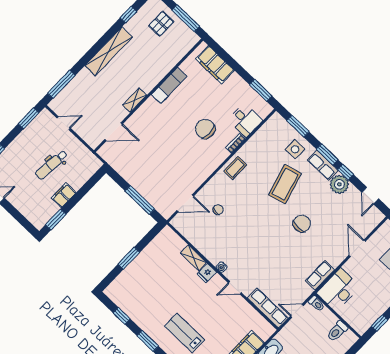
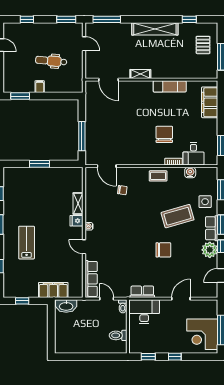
pallet: (161, 24) -> (203, 45), turned 90
water cooler: (258, 138) -> (190, 173), added
filing cabinet: (64, 195) -> (40, 87), width x0.50

